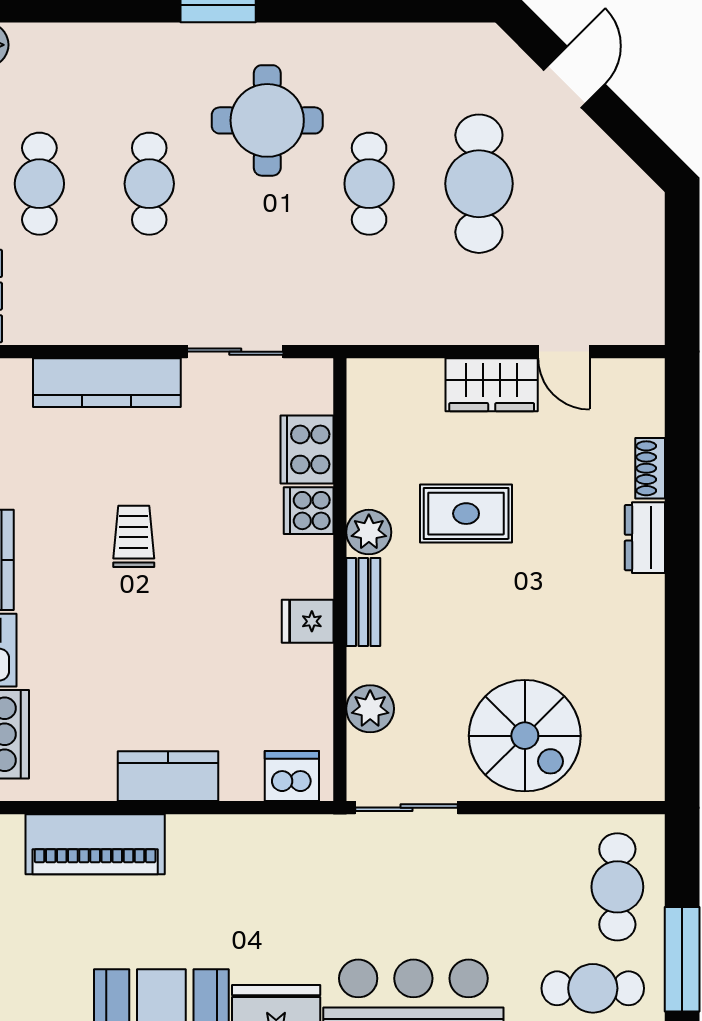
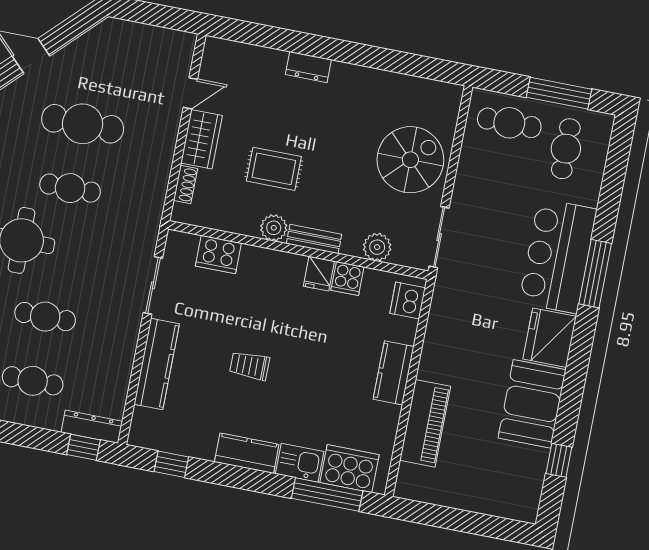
shoe rack: (650, 468) -> (185, 184), moved, turned -90
cooker: (309, 511) -> (347, 279), moved
rug: (466, 514) -> (274, 169), turned 90

